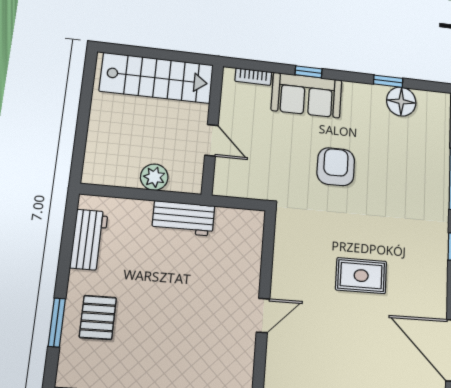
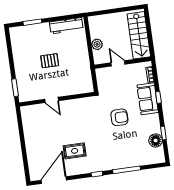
door: (211, 140) -> (118, 63), swing flipped
workbench: (183, 218) -> (83, 60), removed
workbench: (89, 240) -> (66, 26), width x1.38
rug: (361, 276) -> (75, 151), moved, turned 90
pallet: (98, 317) -> (50, 61), moved

